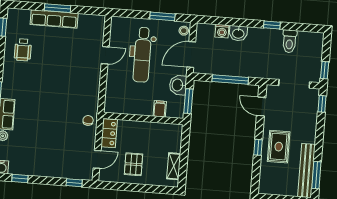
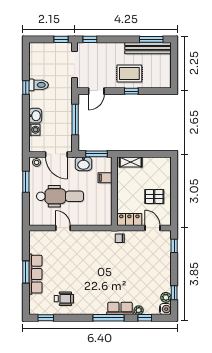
toilet: (289, 41) -> (39, 85), moved
shelving: (174, 166) -> (131, 162), moved
plant: (15, 169) -> (166, 297), added

